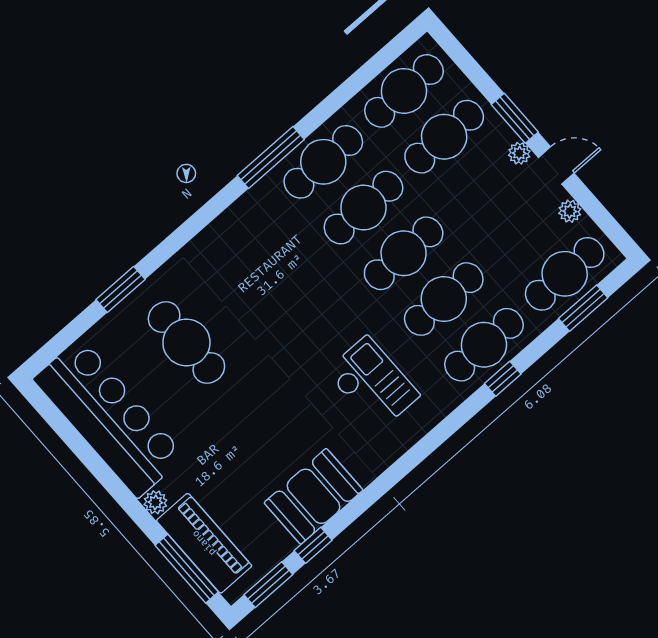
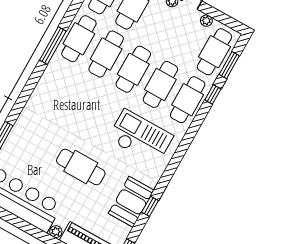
cafe table: (186, 342) -> (81, 167), moved
window: (503, 379) -> (213, 94), moved
checkout: (373, 383) -> (140, 137), width x1.36, depth x1.21
window: (313, 545) -> (150, 206), moved

